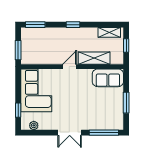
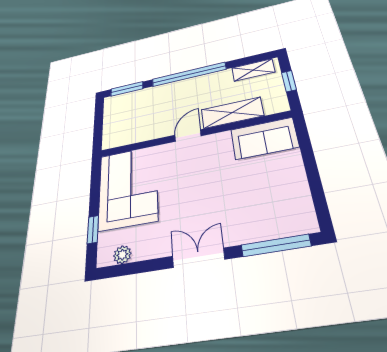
window: (73, 25) -> (189, 74), width x3.17
window: (18, 50) -> (98, 130), removed
window: (126, 103) -> (313, 175), removed
double door: (70, 133) -> (198, 258), swing flipped

